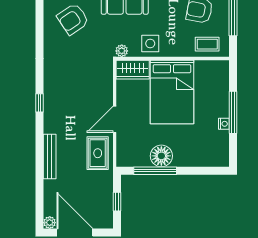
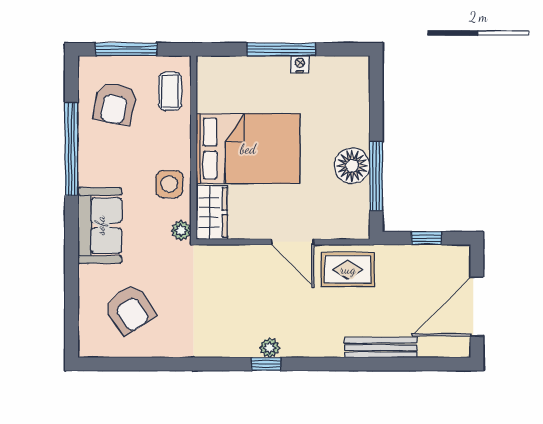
bench: (50, 157) -> (381, 348), moved
plant: (50, 223) -> (270, 348), moved

